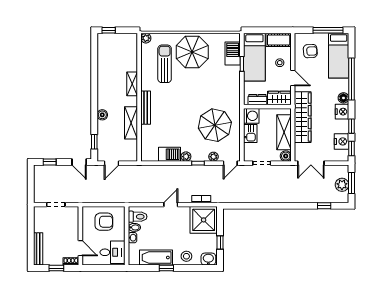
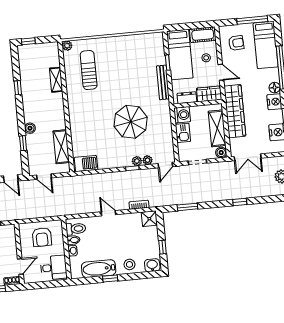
parasol: (192, 52) -> (116, 55), removed
barbecue: (233, 53) -> (157, 53), removed
window: (94, 74) -> (18, 88), added
shelving: (132, 84) -> (56, 80), moved
bench: (146, 108) -> (163, 82), moved
shelving: (131, 123) -> (61, 147), moved
parasol: (215, 125) -> (131, 122), moved
window: (94, 142) -> (23, 143), moved
barbecue: (169, 154) -> (86, 163), moved
plant: (186, 157) -> (137, 161), moved
door: (111, 163) -> (44, 177), hinge flipped
door: (171, 205) -> (108, 213), hinge flipped
window: (248, 206) -> (187, 207), added
window: (324, 206) -> (240, 202), moved
shower: (204, 220) -> (149, 219), width x0.54, depth x0.54
armchair: (104, 222) -> (42, 237), turned 90
door: (80, 248) -> (20, 266), hinge flipped

